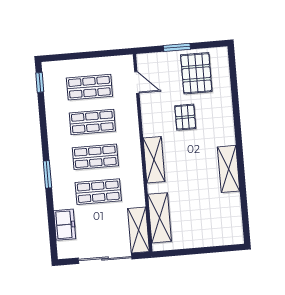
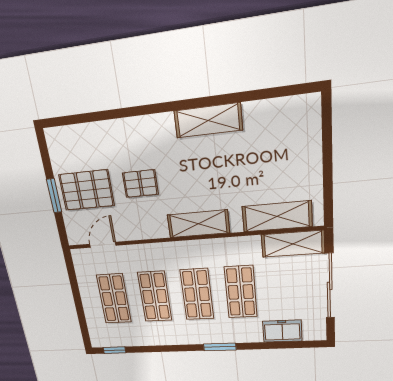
pallet: (196, 73) -> (87, 190), moved

